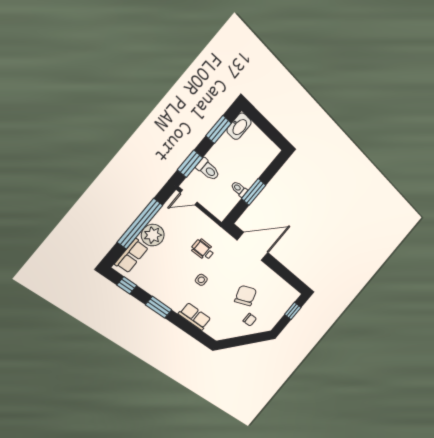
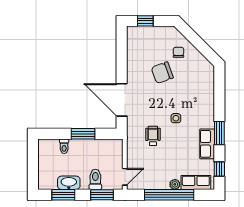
washbasin: (239, 126) -> (69, 183), moved
toilet: (239, 189) -> (64, 146), moved
door: (189, 197) -> (125, 177), hinge flipped
plant: (153, 235) -> (175, 184), width x0.53, depth x0.53
wheelchair: (203, 250) -> (153, 136), turned 180
row of seats: (195, 316) -> (207, 144), moved

